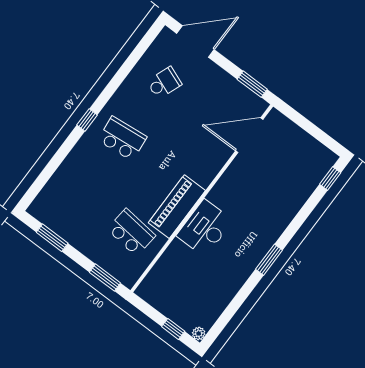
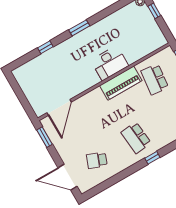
door: (249, 135) -> (59, 107), hinge flipped
window: (330, 179) -> (45, 47), moved

